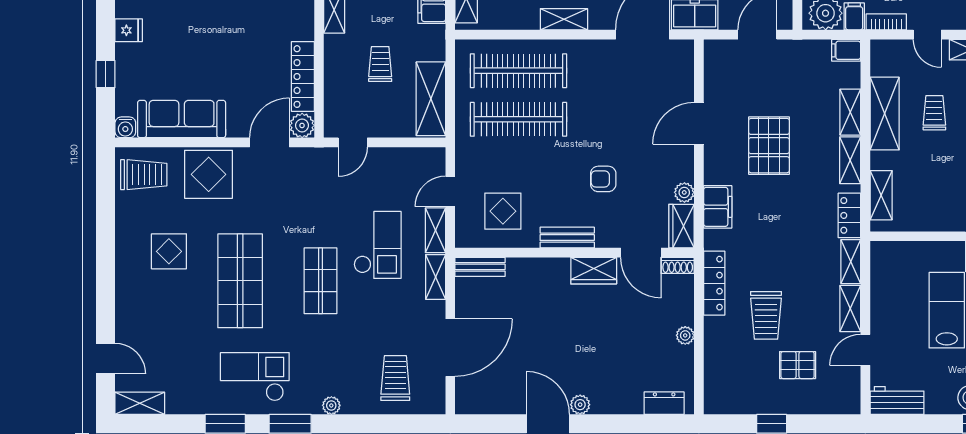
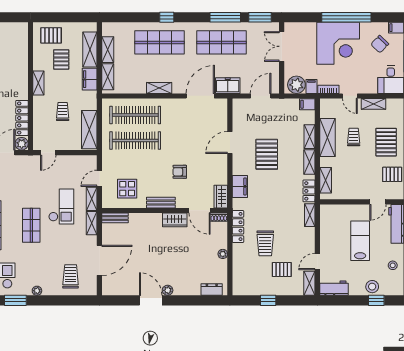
plant: (684, 192) -> (222, 179), removed
shelving: (850, 309) -> (309, 283), moved

